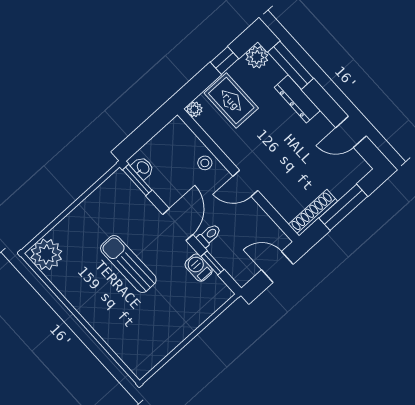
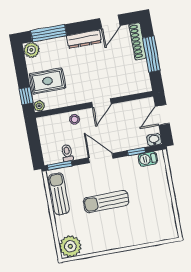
window: (224, 60) -> (26, 96), moved
dresser: (297, 99) -> (84, 39), moved
washbasin: (143, 168) -> (154, 140), moved
sun lounger: (102, 200) -> (59, 194), added
shoe rack: (313, 213) -> (138, 41), moved
toilet: (209, 235) -> (67, 153), moved
barbecue: (199, 268) -> (148, 159), moved

